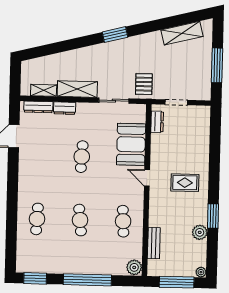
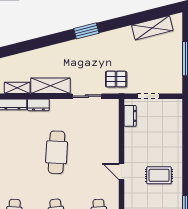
pallet: (144, 84) -> (116, 79), turned 90
booth: (131, 144) -> (105, 139), removed
cafe table: (82, 157) -> (57, 152), width x1.37, depth x1.35

